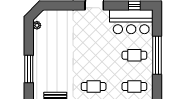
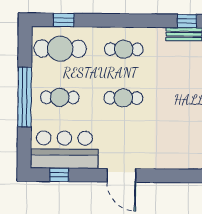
cafe table: (94, 55) -> (123, 98), added
cafe table: (134, 86) -> (60, 49), width x1.37, depth x1.35

